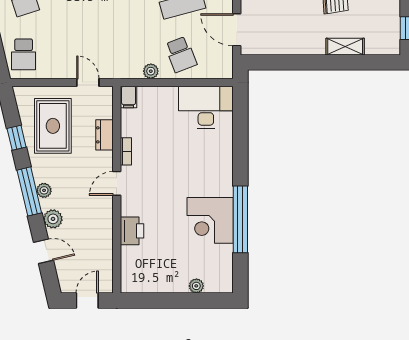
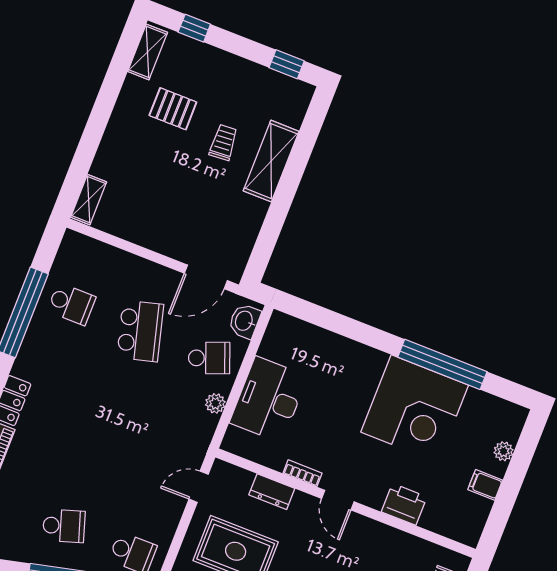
shelving: (345, 47) -> (271, 161), width x1.50, depth x1.33
washbasin: (216, 69) -> (245, 321), added
filing cabinet: (129, 97) -> (485, 485), moved, turned 180
desk: (206, 107) -> (269, 399), moved
corner desk: (210, 220) -> (415, 409), width x1.36, depth x1.36

